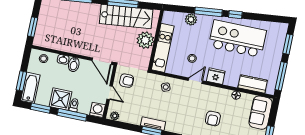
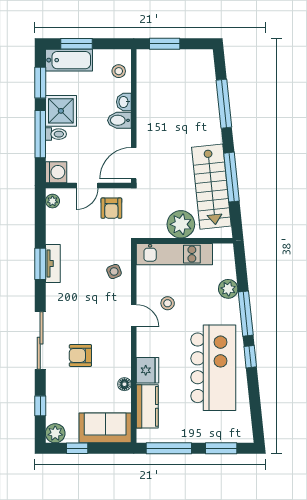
fridge: (216, 76) -> (147, 370), moved

